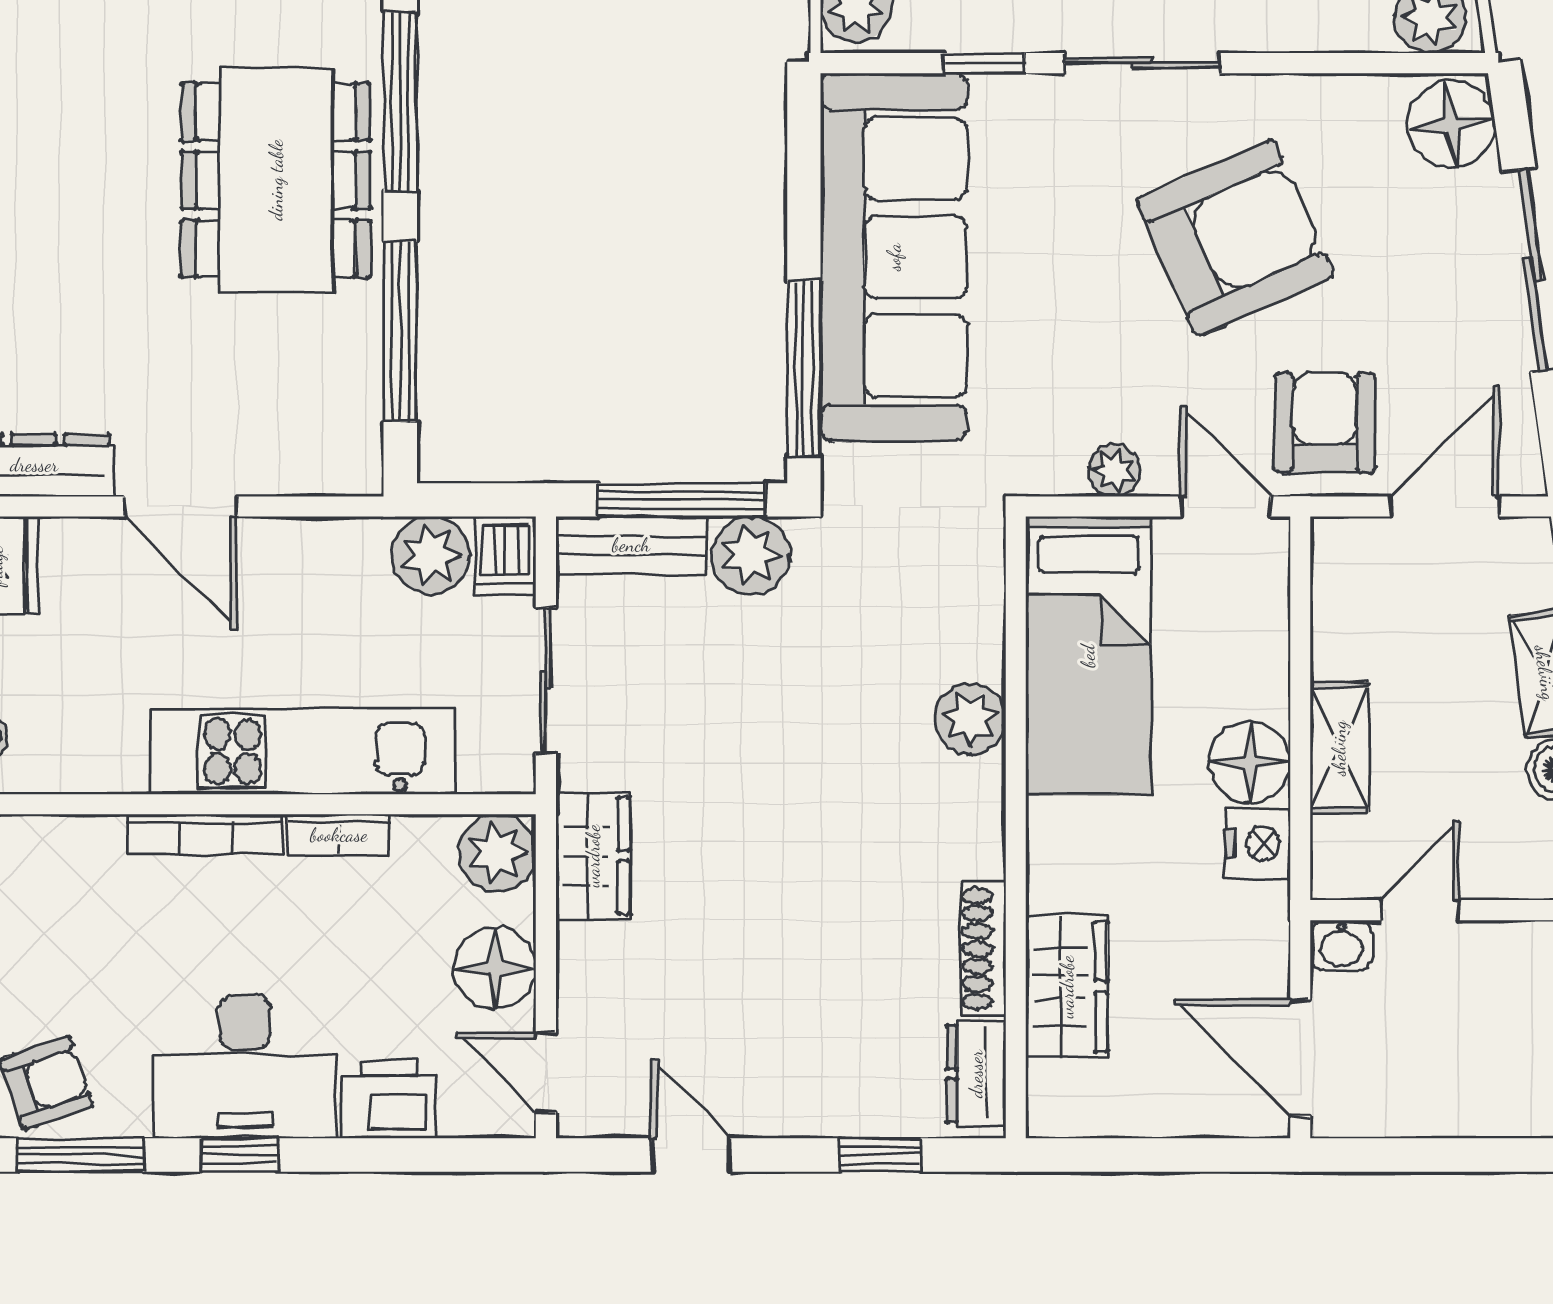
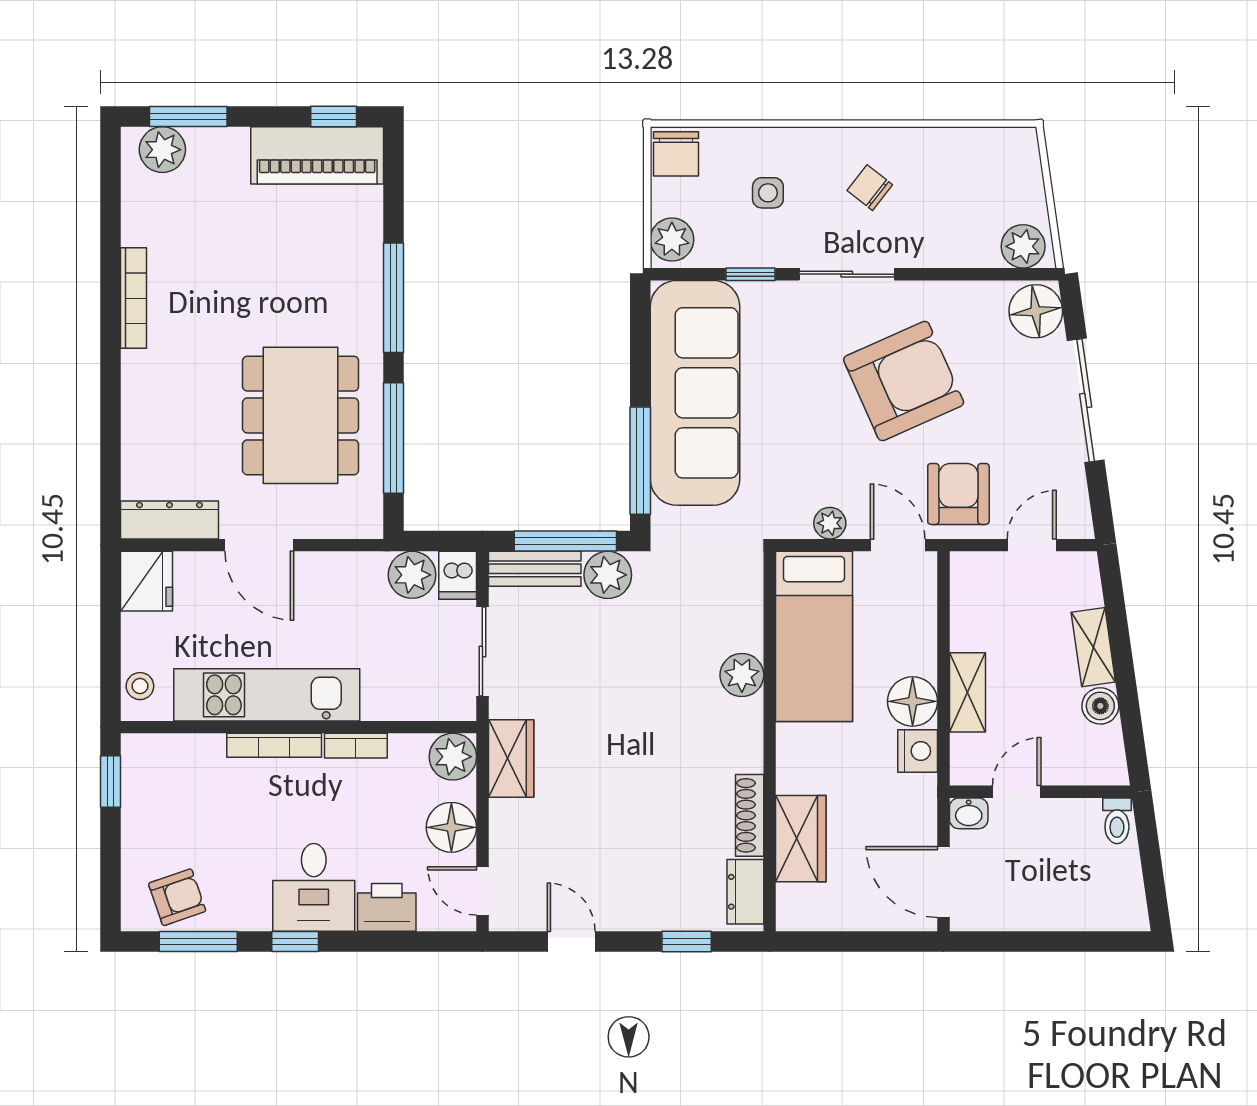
dining table: (276, 180) -> (301, 415), moved
door: (1445, 506) -> (1032, 545), width x0.73
kitchen unit: (303, 751) -> (267, 695), moved
desk: (245, 1066) -> (314, 887), width x0.73

